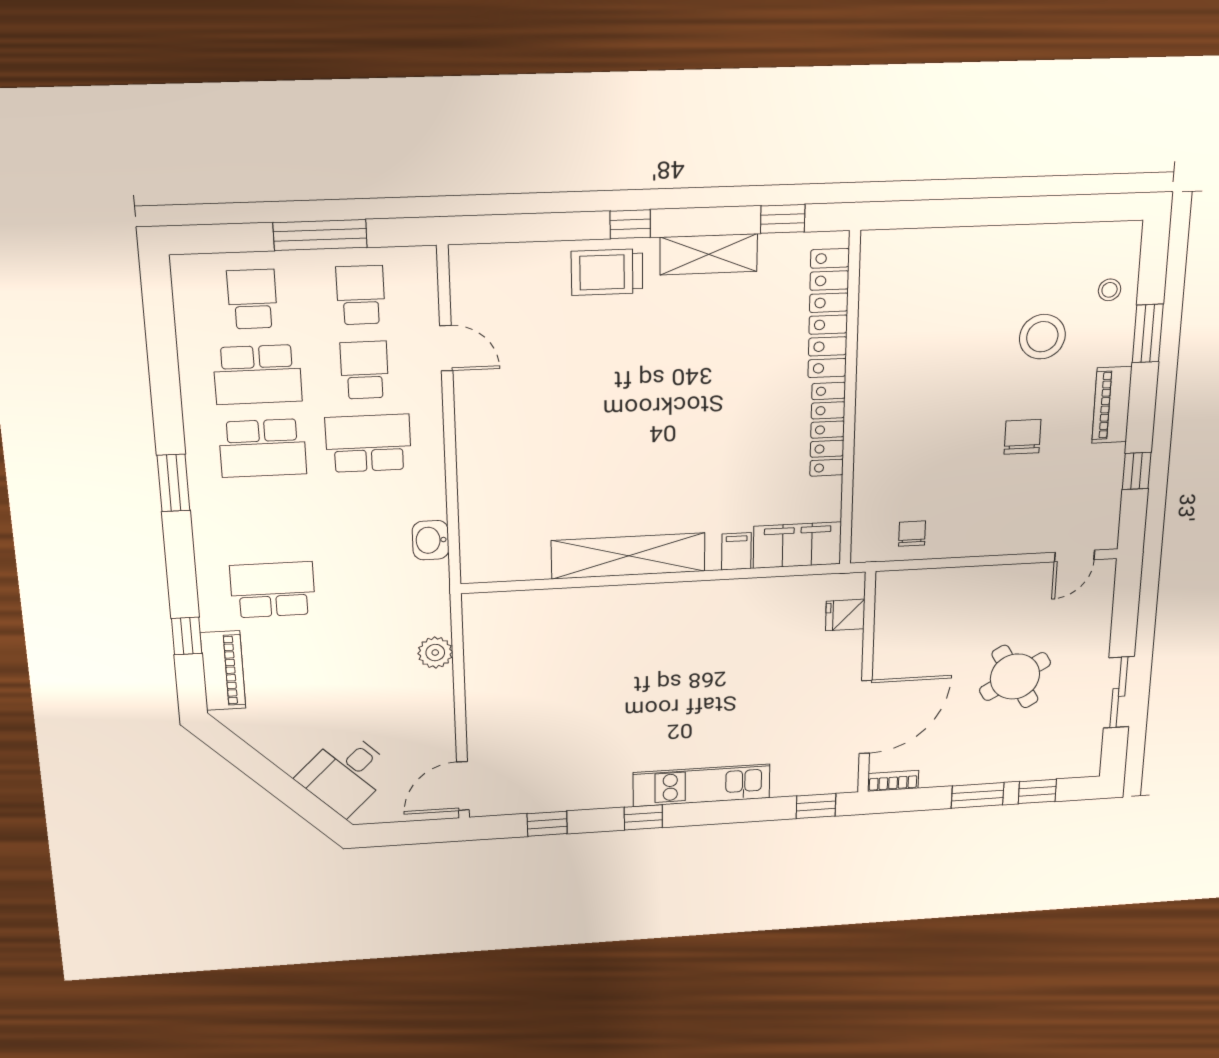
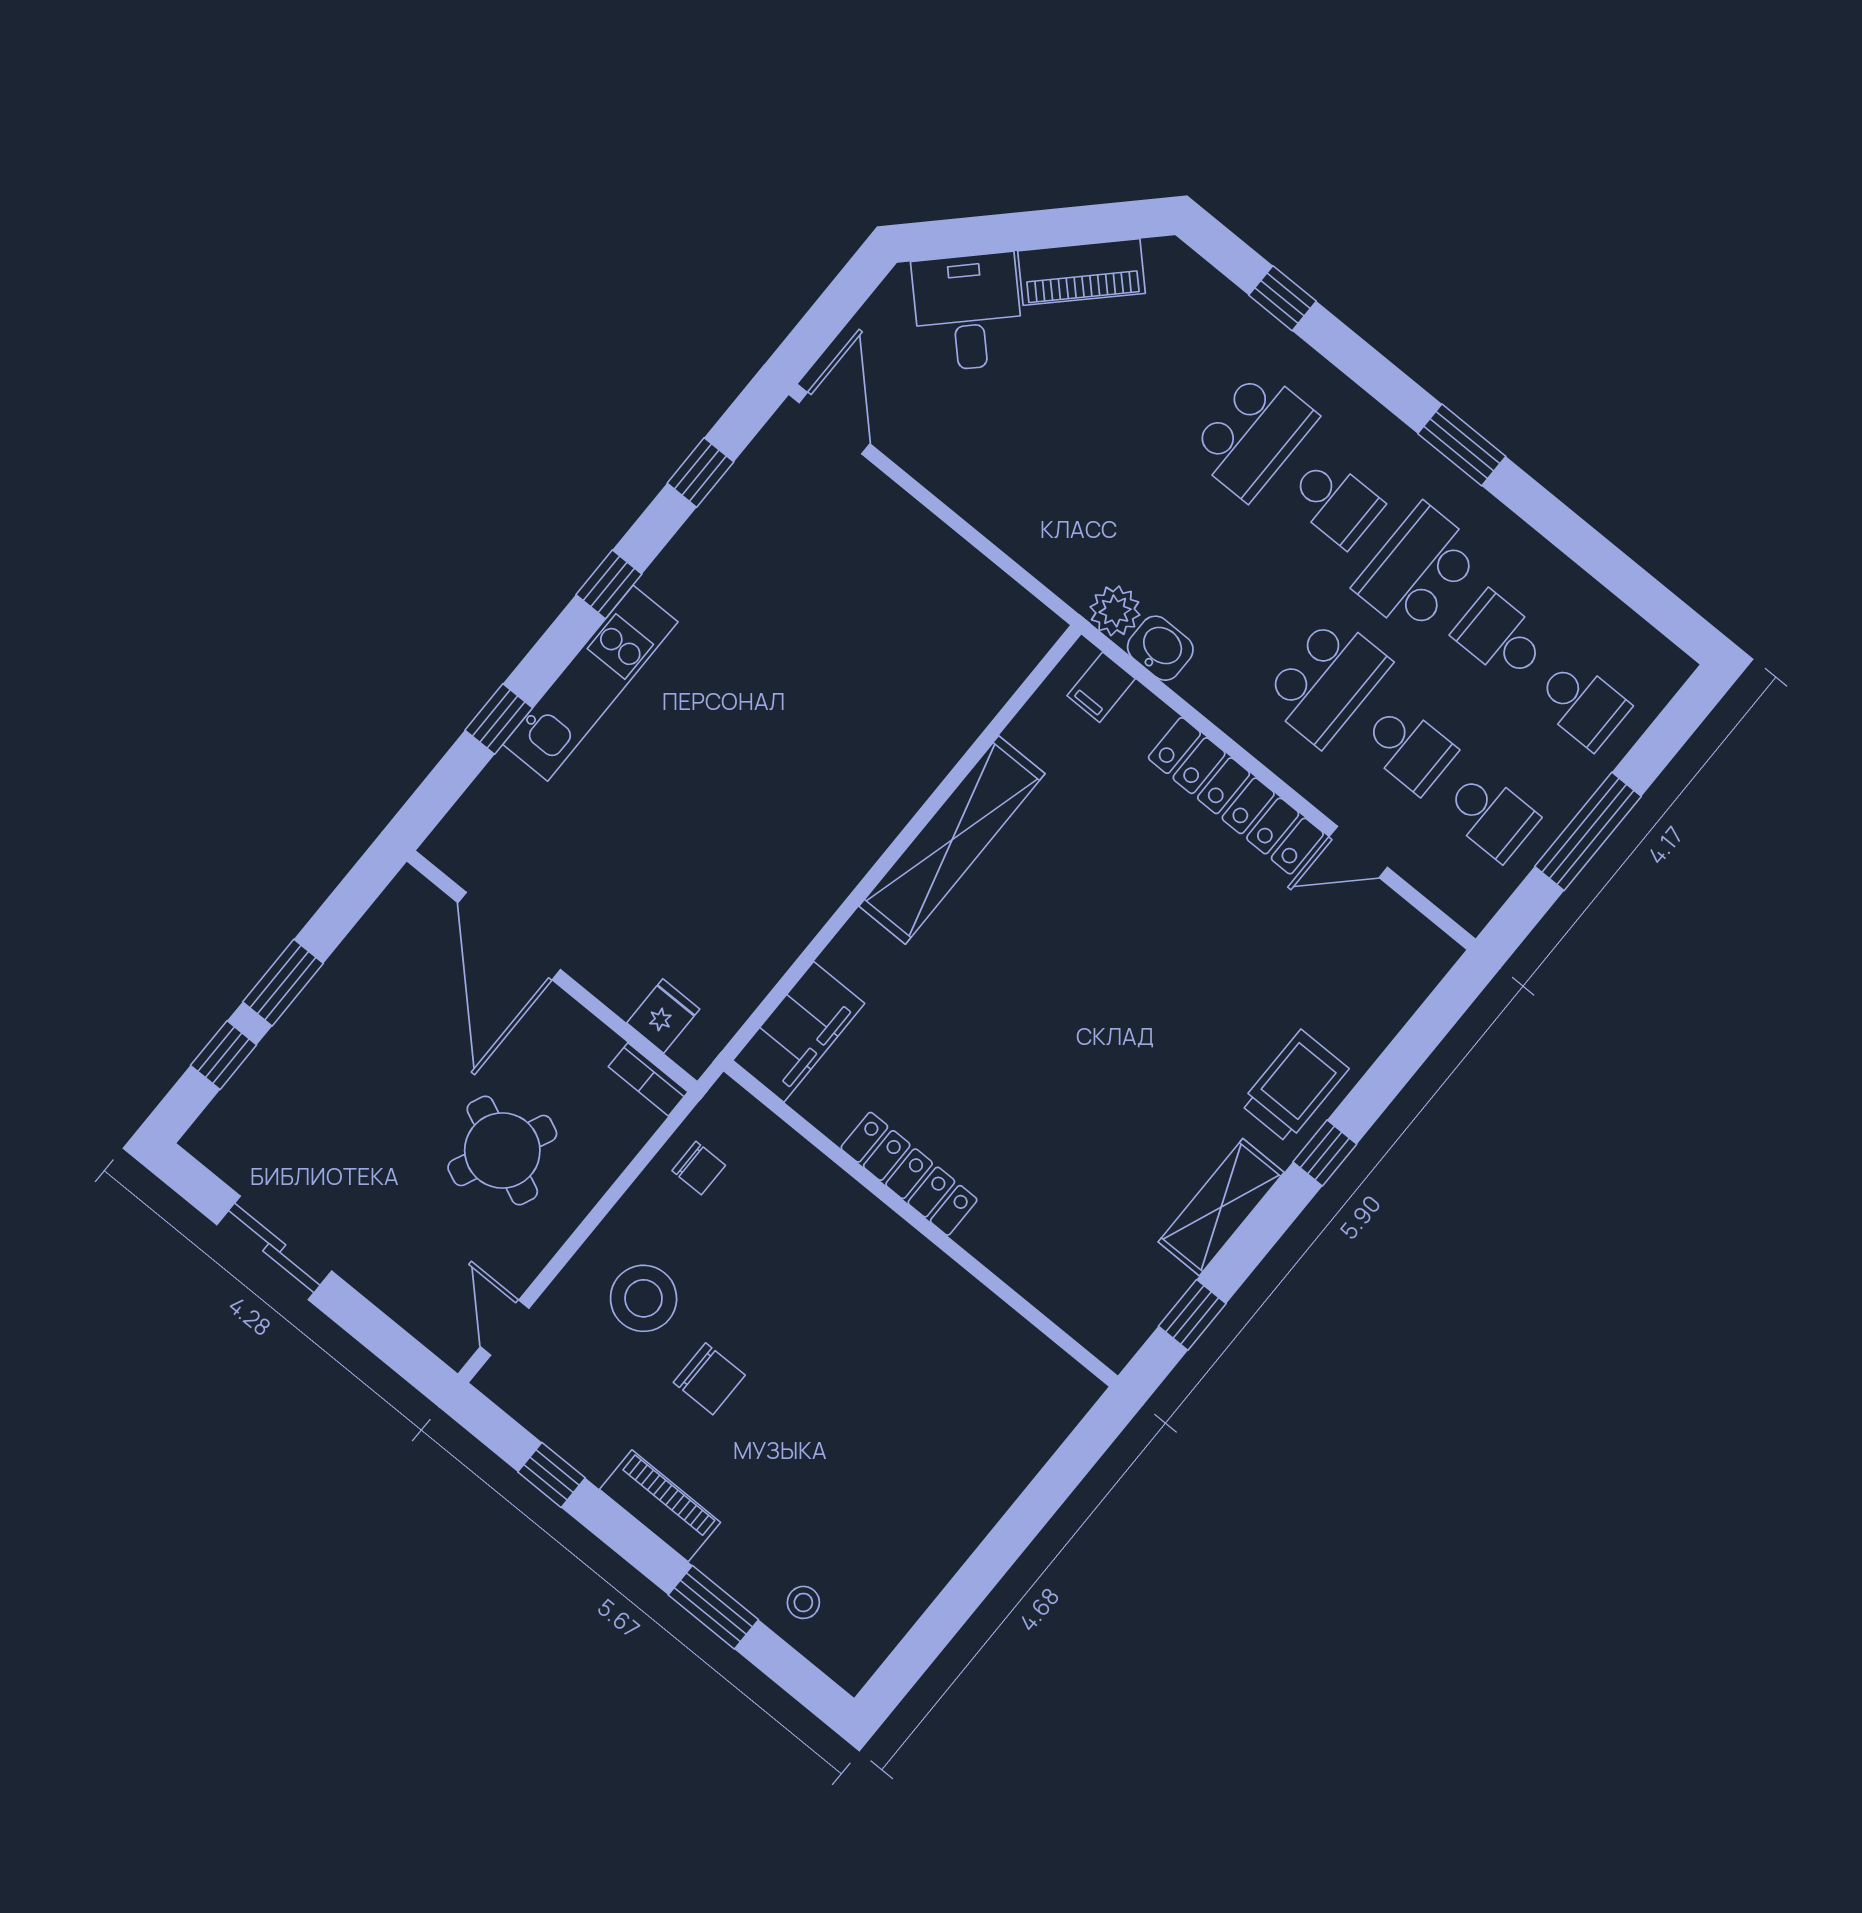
locker: (829, 314) -> (1236, 796), moved, turned 180
stool: (1042, 337) -> (644, 1298), moved
school desk: (258, 375) -> (1500, 637), width x0.54
school desk: (268, 520) -> (1336, 502), added
filing cabinet: (736, 551) -> (1101, 687), moved, turned 90
plant: (435, 653) -> (1115, 611), moved
piano: (223, 671) -> (1082, 272), moved, turned -45
round table: (1015, 677) -> (502, 1151), moved, turned -36
bookcase: (893, 781) -> (648, 1079), moved, turned 90
window: (816, 806) -> (499, 719), moved

